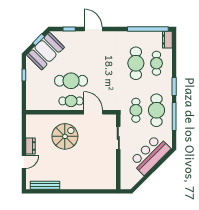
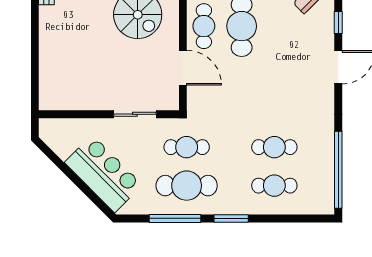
dresser: (167, 40) -> (319, 206), removed
cafe table: (136, 63) -> (274, 147), width x0.73, depth x0.74
door: (93, 112) -> (183, 68), hinge flipped

